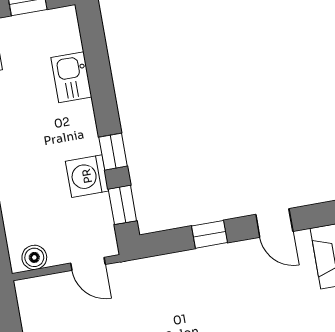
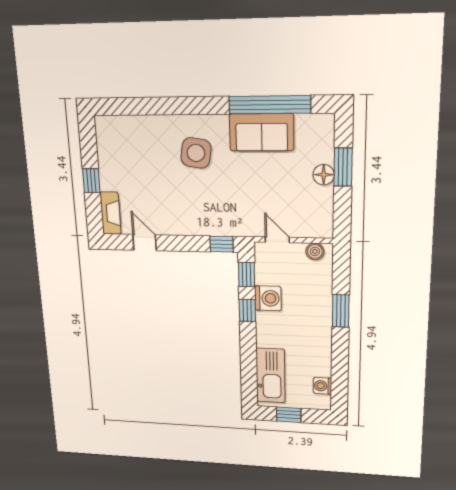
kitchen sink: (71, 77) -> (270, 376), width x1.87, depth x1.24
window: (210, 234) -> (221, 244), moved

